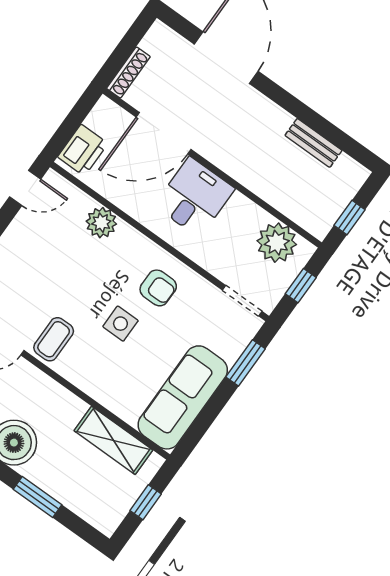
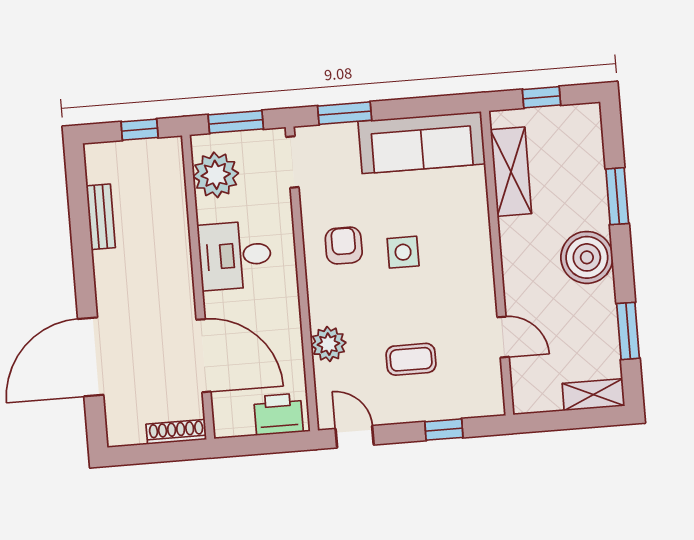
desk: (194, 197) -> (235, 255), moved
window: (301, 286) -> (236, 122), width x1.50
coffee table: (54, 339) -> (411, 359), moved

